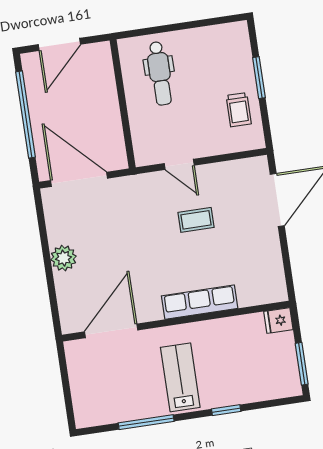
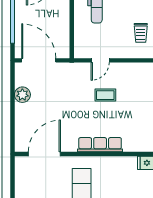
door: (179, 164) -> (100, 60), hinge flipped
plant: (63, 258) -> (22, 95), moved

